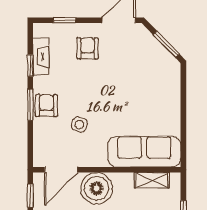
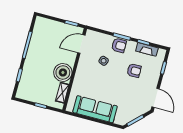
armchair: (87, 48) -> (134, 71), moved
sofa: (144, 152) -> (95, 109), moved, turned -90
door: (61, 170) -> (81, 44), hinge flipped
boiler: (97, 188) -> (63, 72), moved

